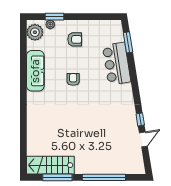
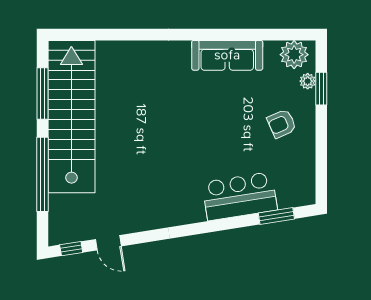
armchair: (75, 39) -> (282, 124), turned 66
armchair: (73, 79) -> (212, 121), removed
window: (140, 119) -> (71, 249), moved
stairs: (50, 165) -> (71, 117), width x1.86, depth x1.51

